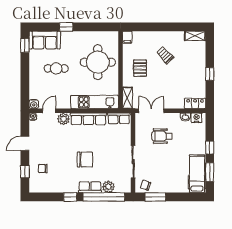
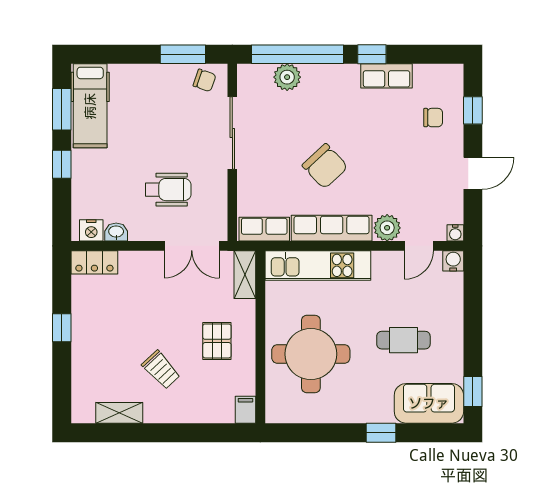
shelving: (195, 36) -> (119, 413), moved
chair: (85, 160) -> (325, 166), moved, turned -133
row of seats: (90, 187) -> (387, 76), moved

